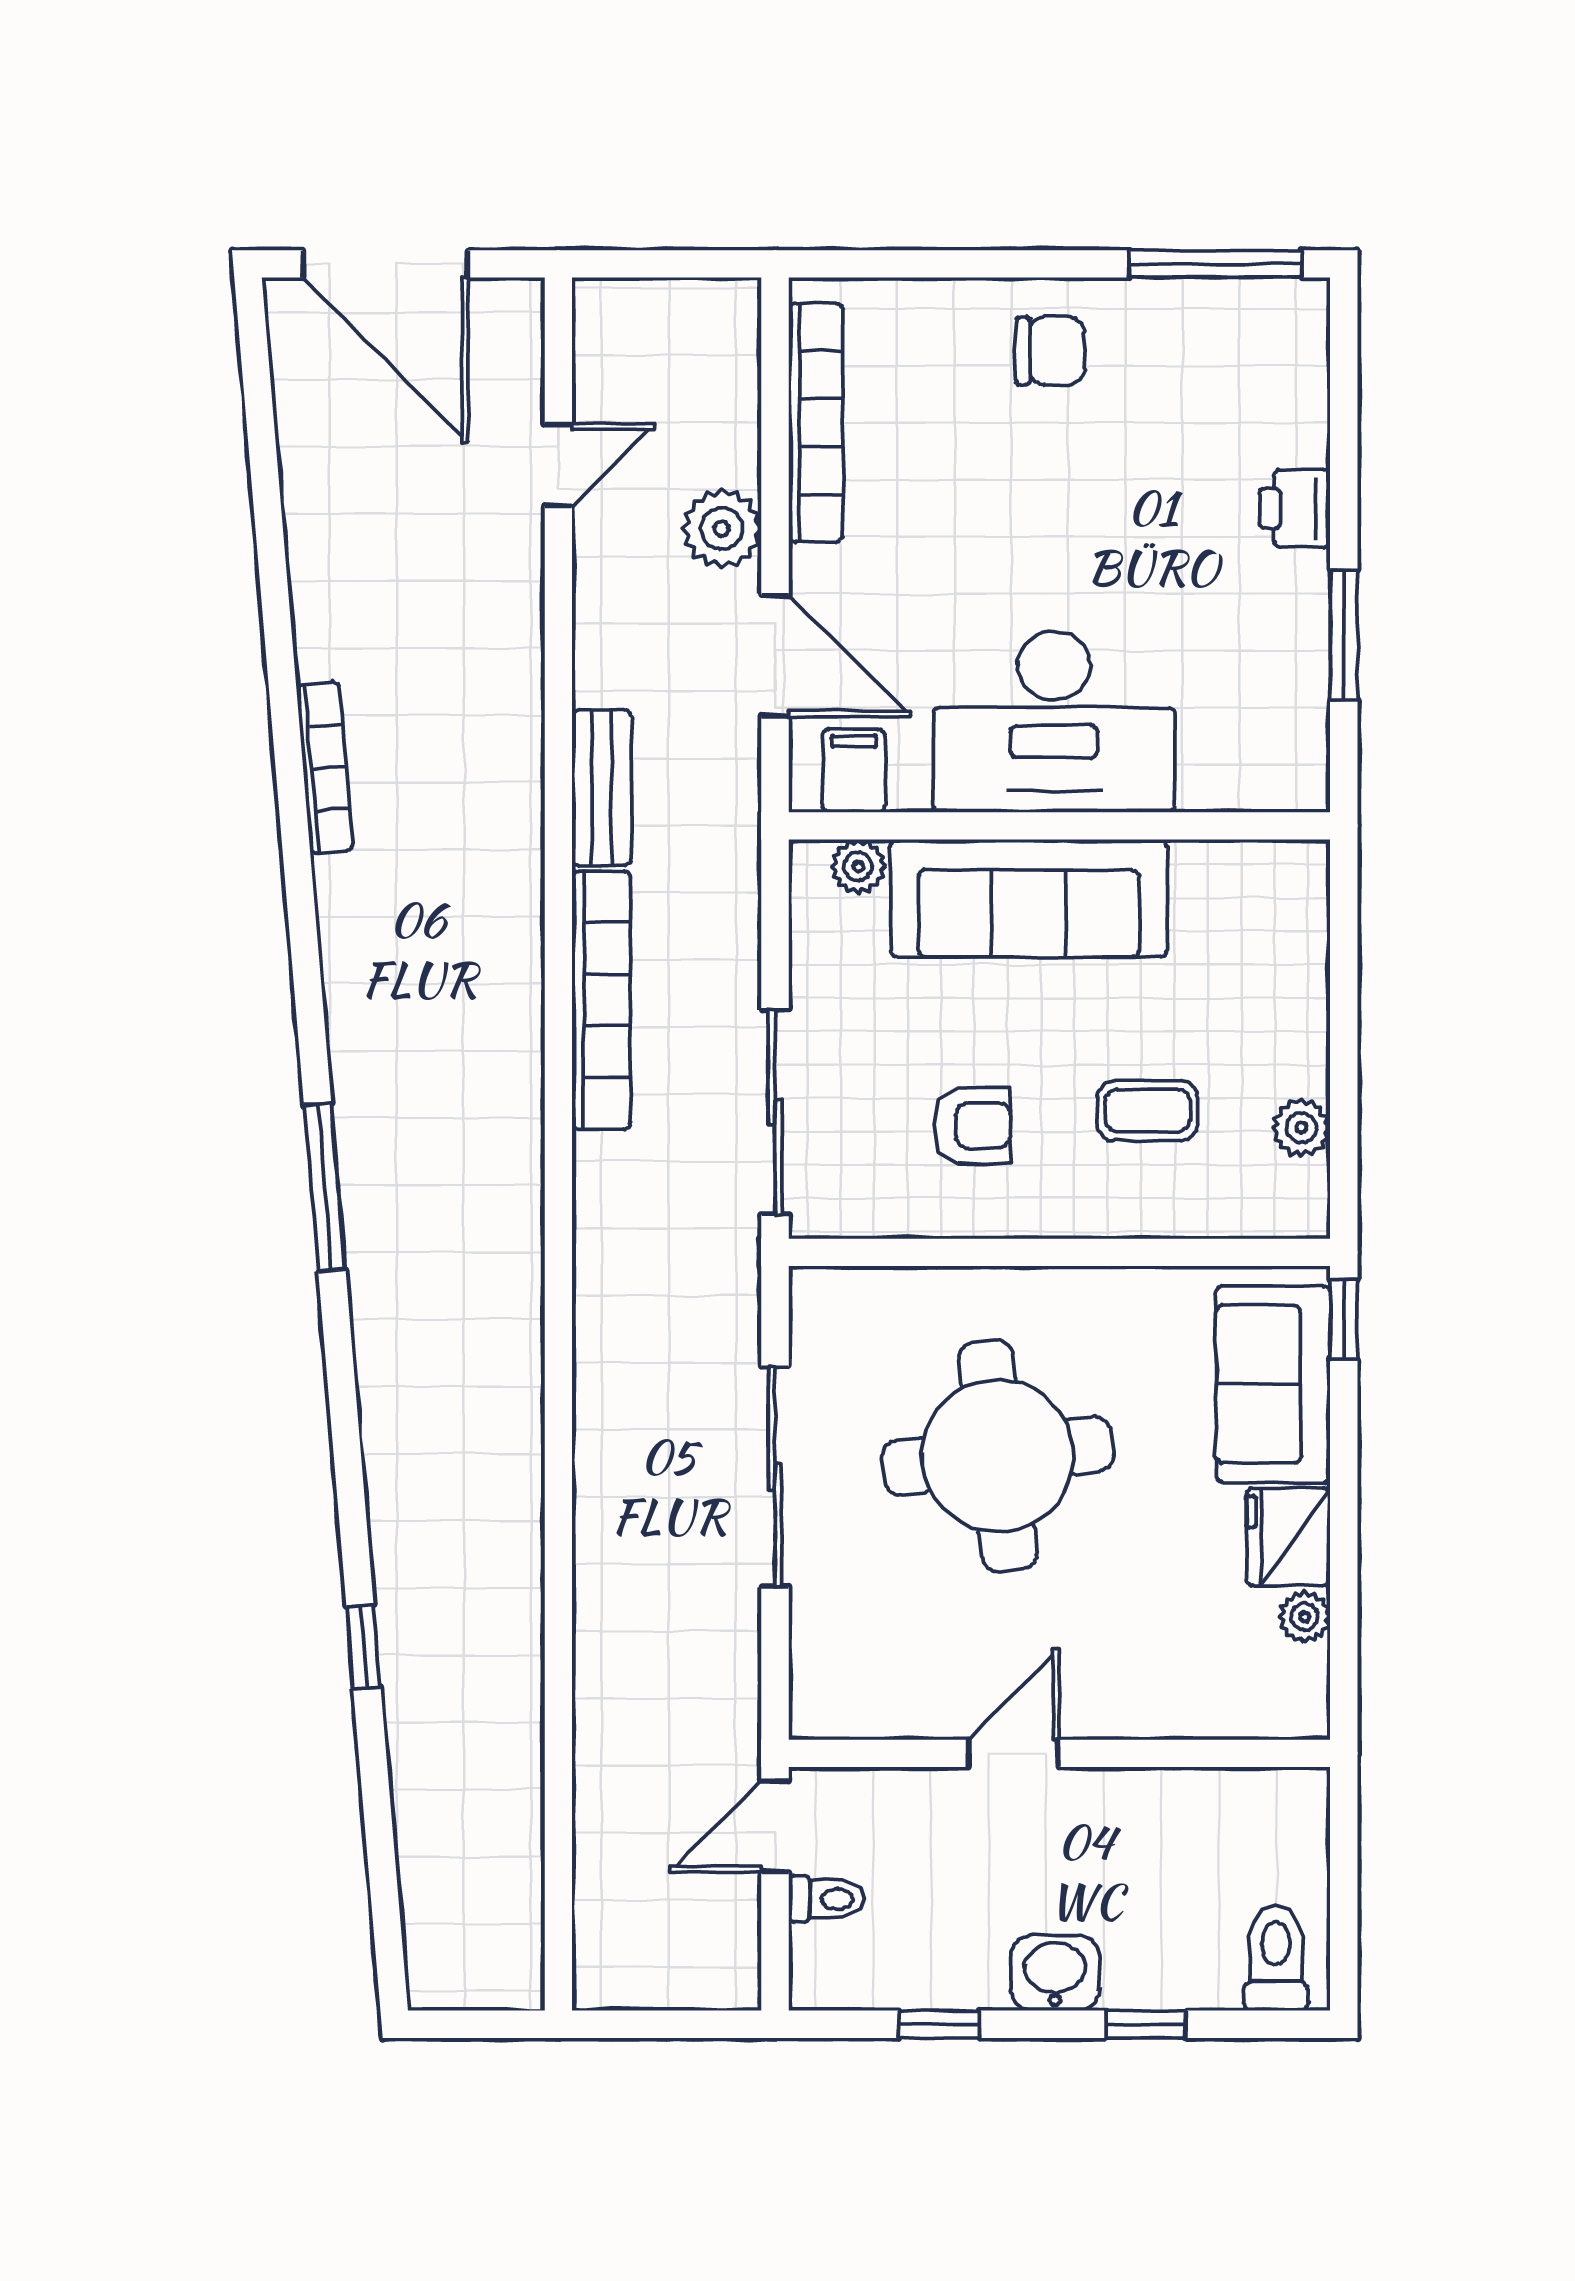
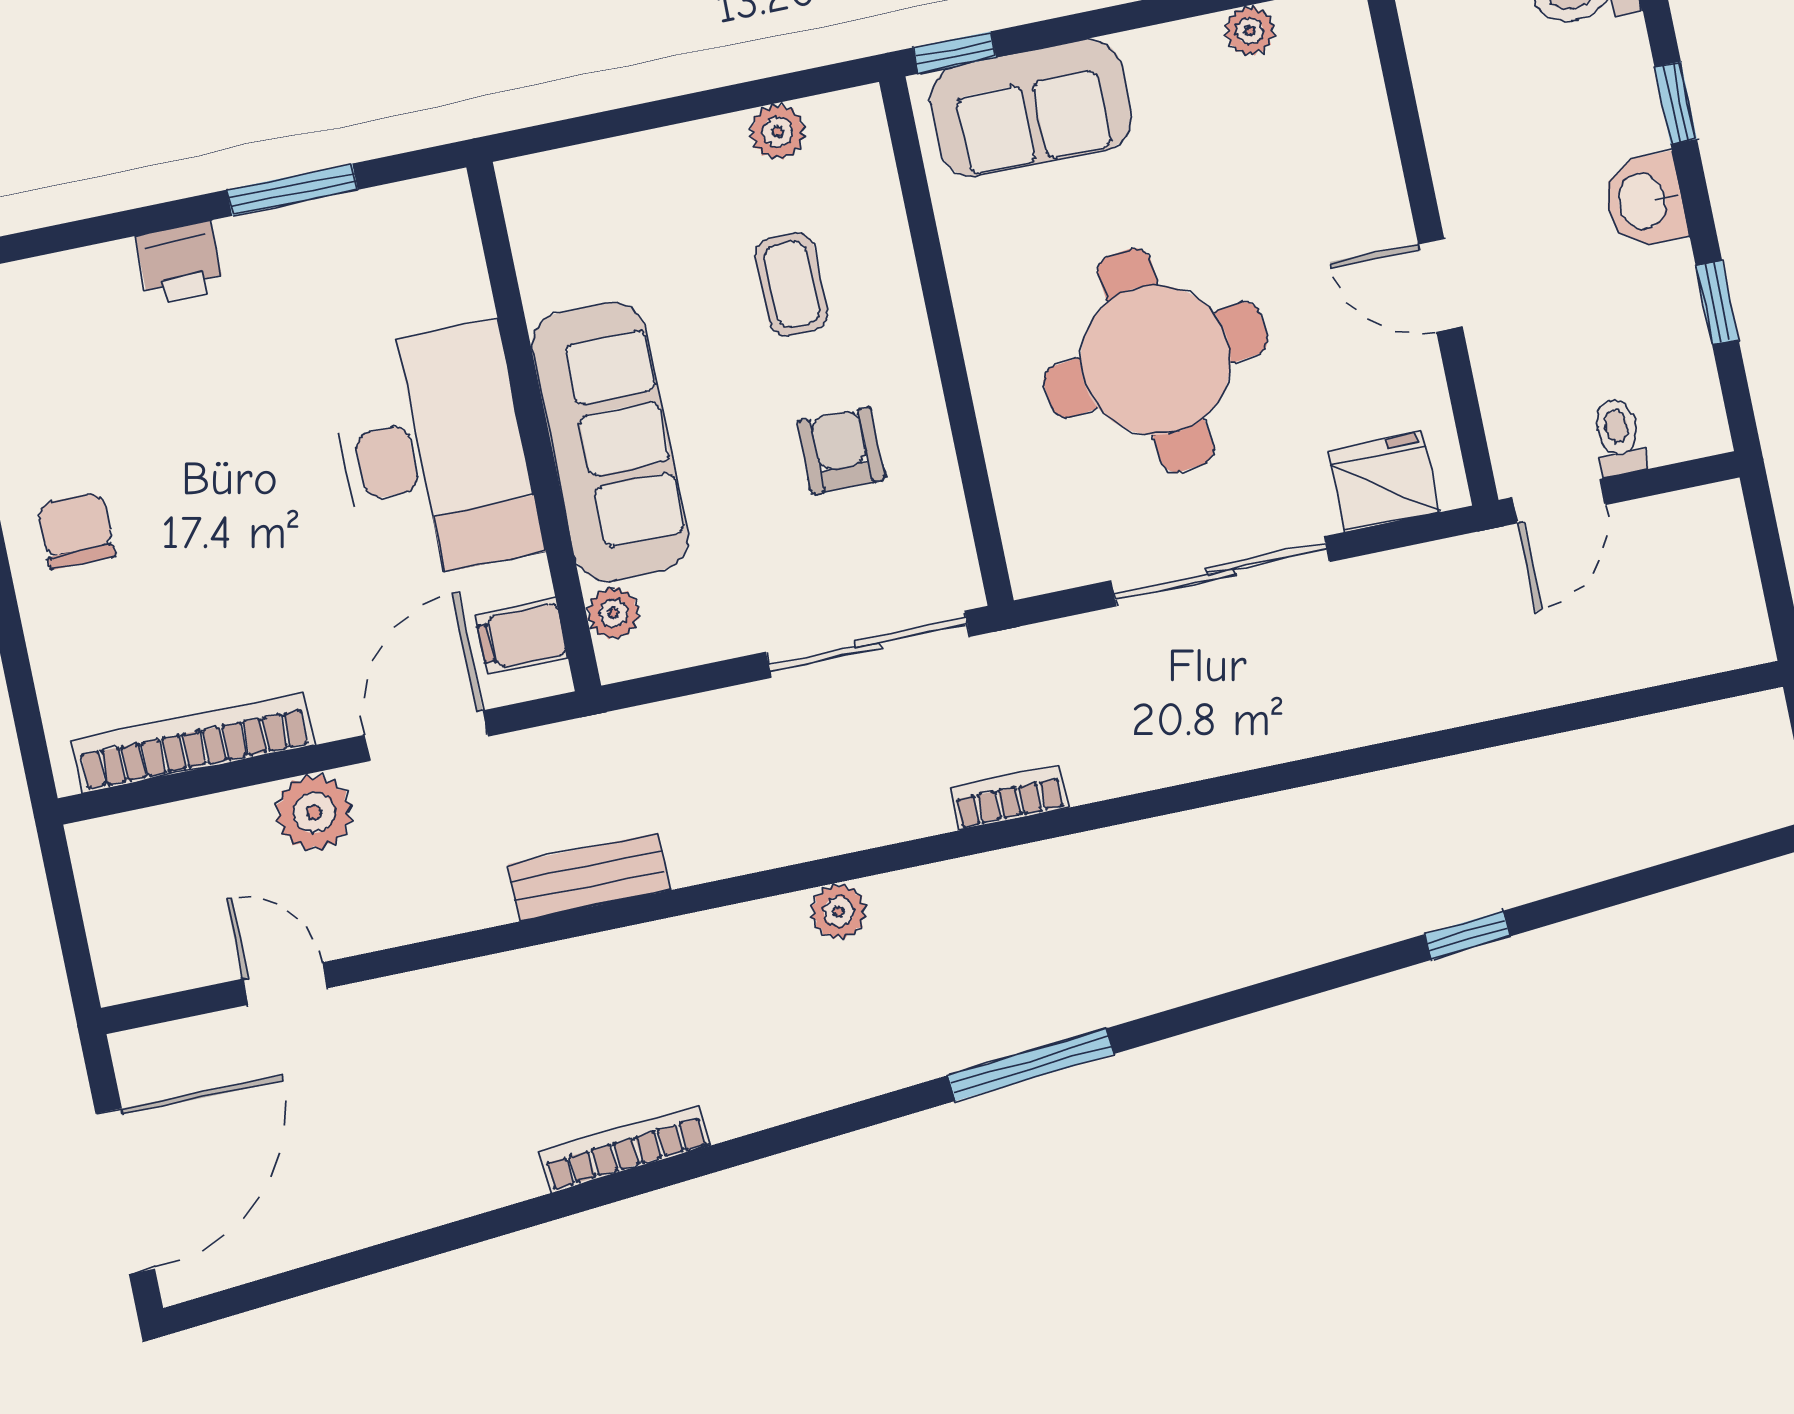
bookcase: (601, 1000) -> (1009, 797), moved, width x0.43, depth x0.76
plant: (516, 1029) -> (839, 912), added
fridge: (1288, 1537) -> (1384, 481), moved, turned 180
door: (775, 1827) -> (1559, 501), hinge flipped

